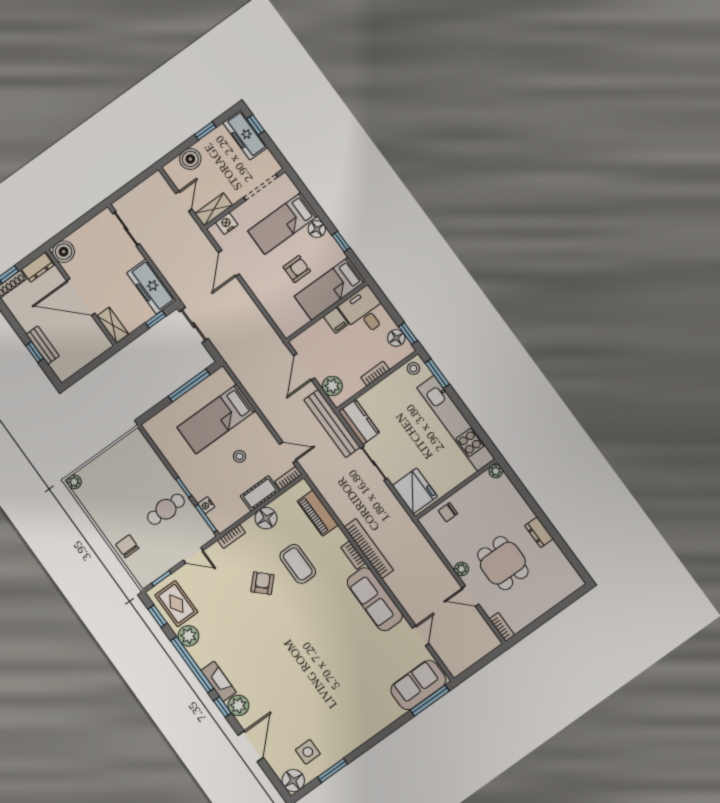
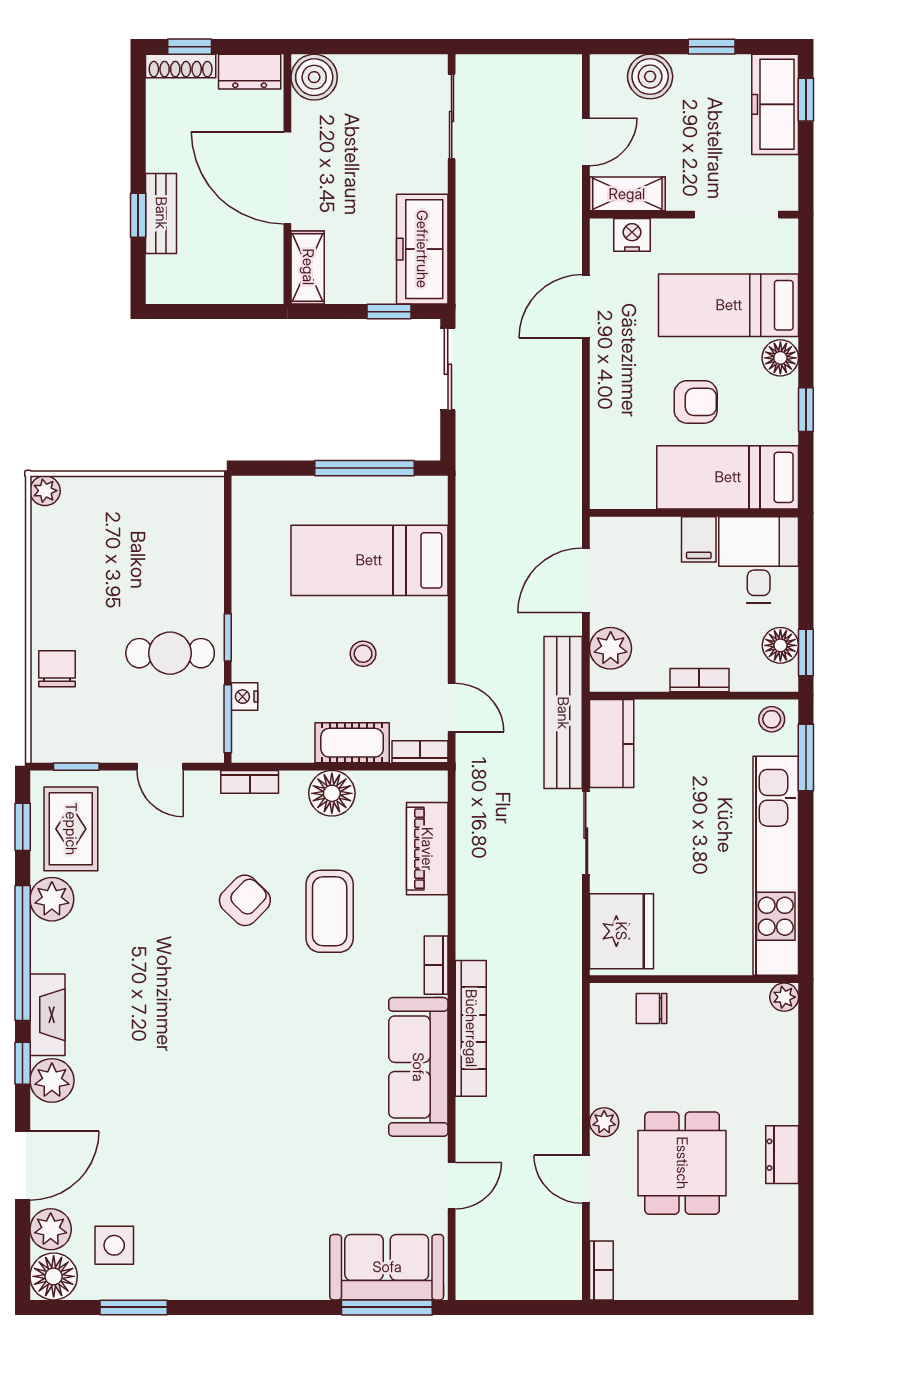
bookcase: (369, 549) -> (471, 1028), moved
plant: (279, 763) -> (51, 1229), added

